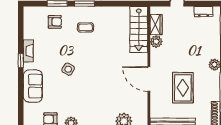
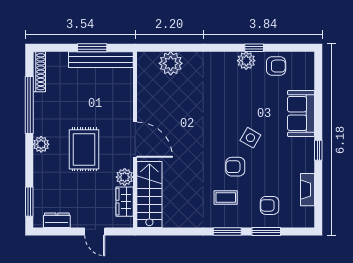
armchair: (79, 49) -> (235, 167), added
fireplace: (28, 51) -> (308, 190), moved
door: (149, 79) -> (135, 140), moved
rug: (183, 88) -> (84, 149), moved

